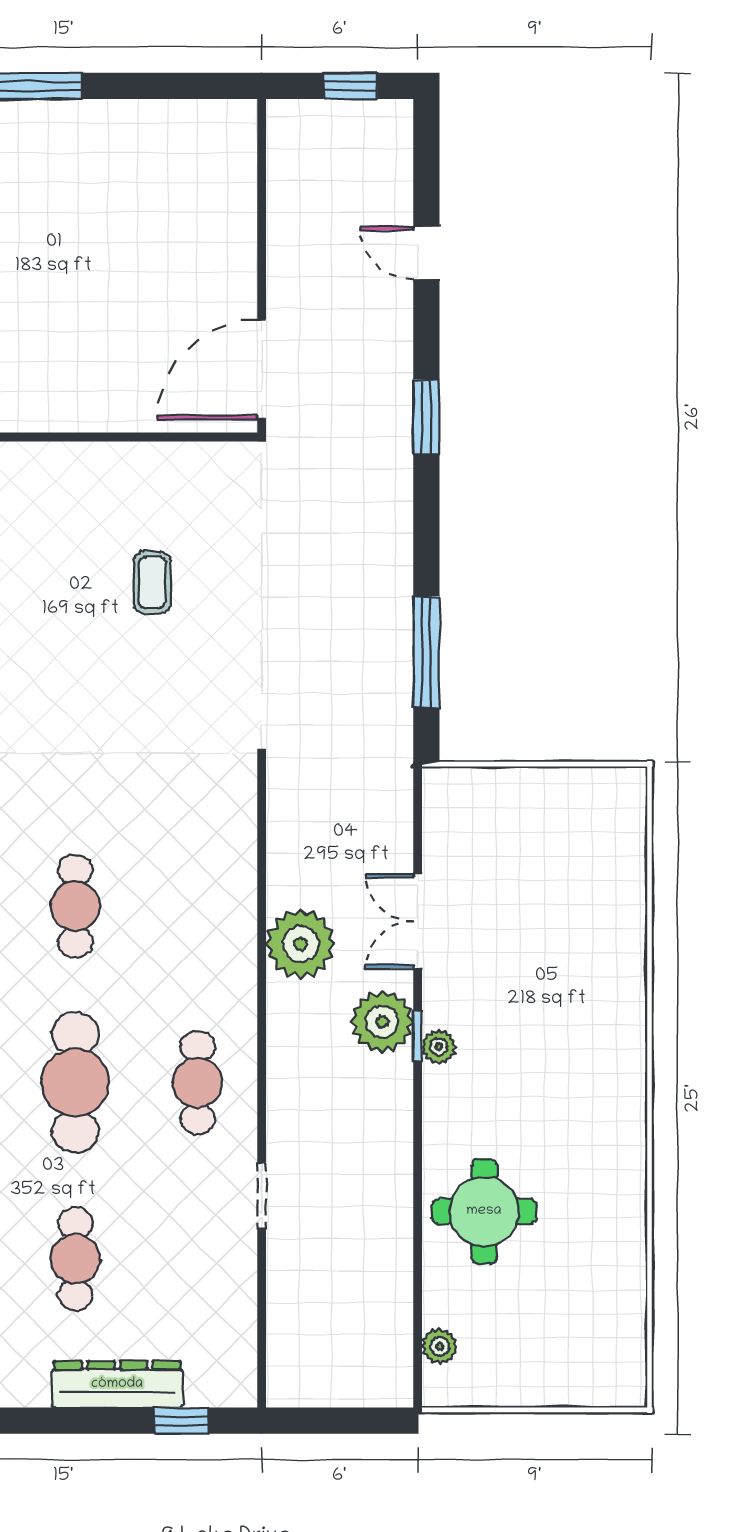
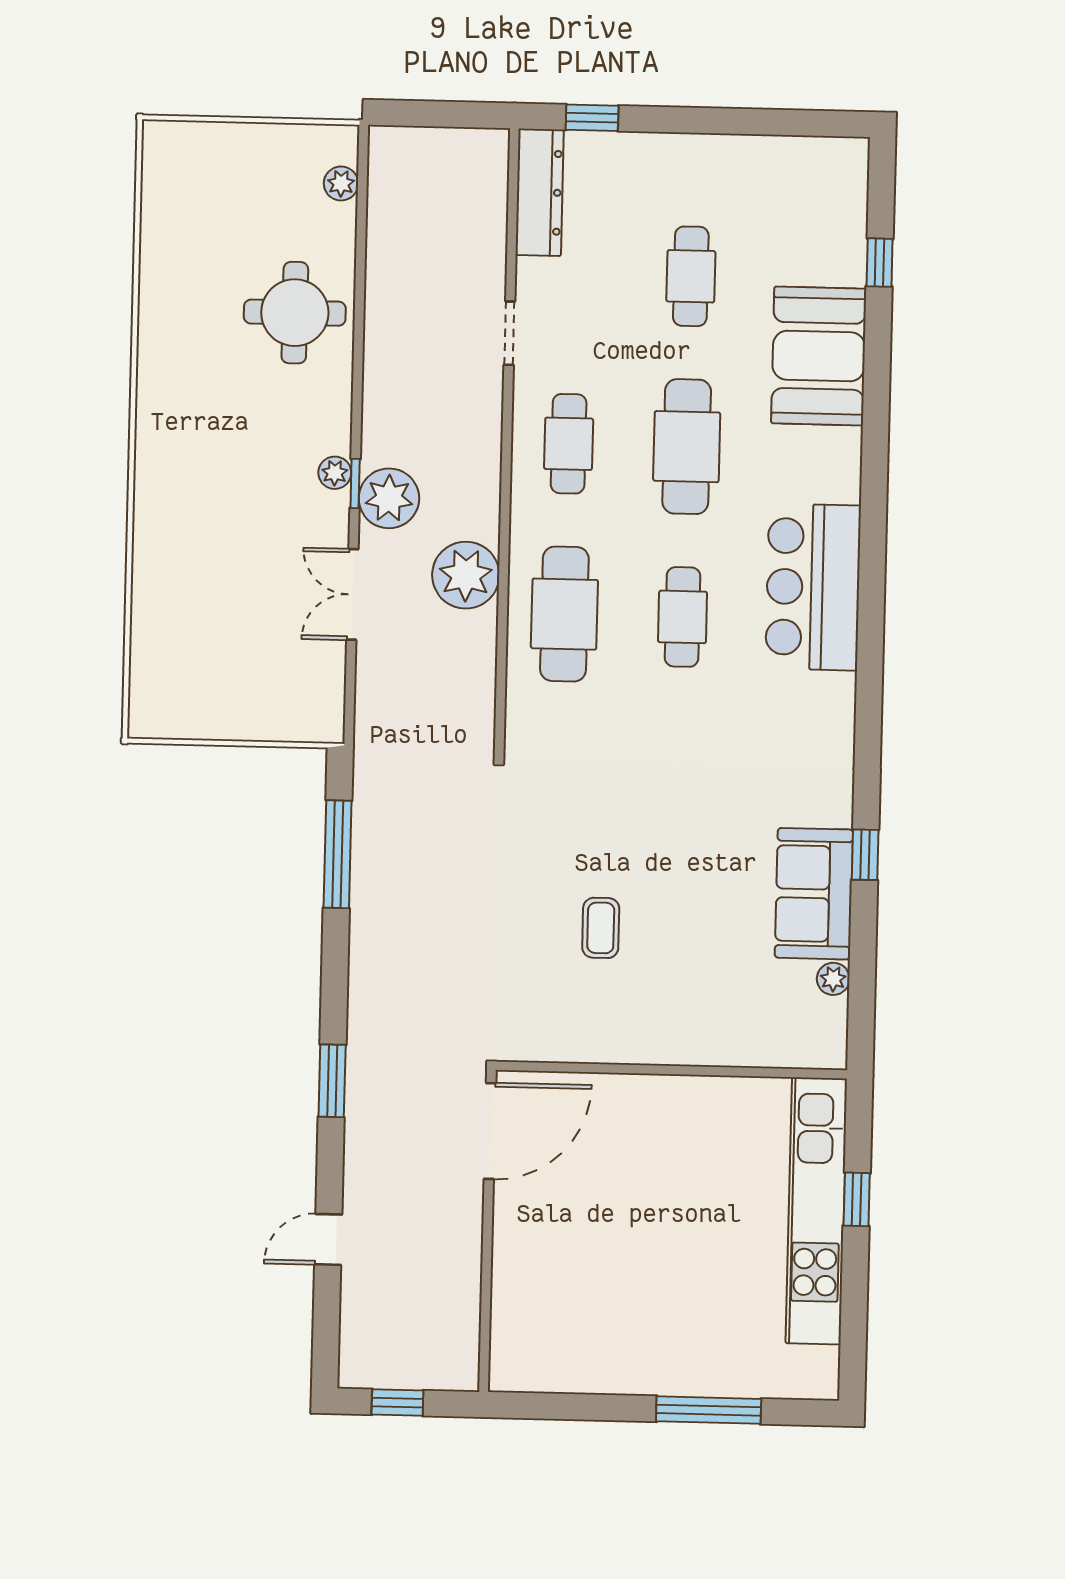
door: (426, 253) -> (328, 1239), swing flipped
cafe table: (198, 906) -> (564, 614), added
double door: (418, 921) -> (352, 594), swing flipped
dresser: (117, 1384) -> (540, 192), moved, turned -90

